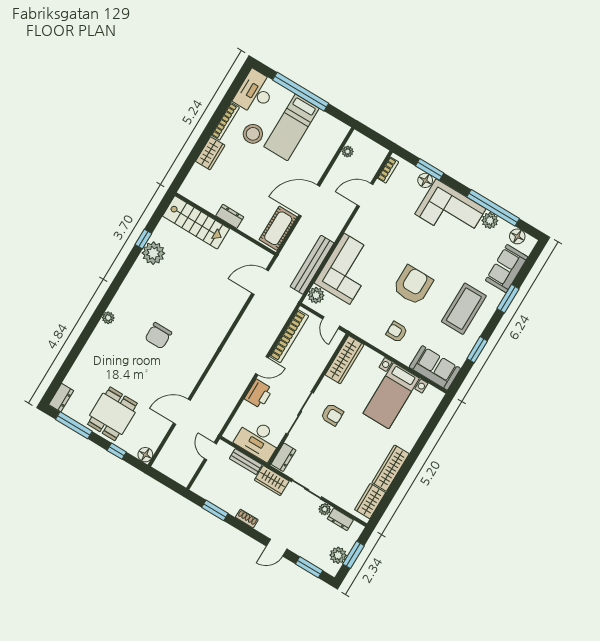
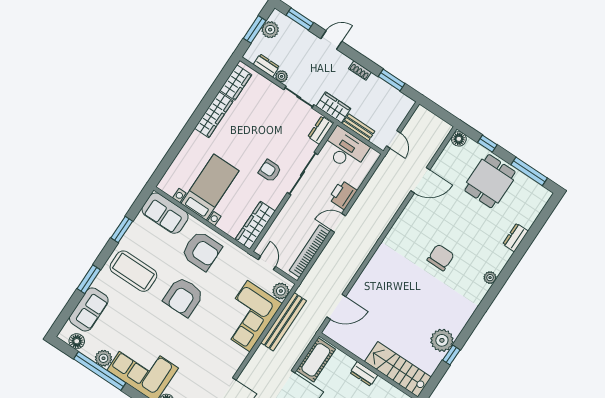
coffee table: (464, 309) -> (133, 271), turned 90
armchair: (397, 332) -> (202, 251), width x1.88, depth x1.88
dresser: (61, 398) -> (515, 237), moved

